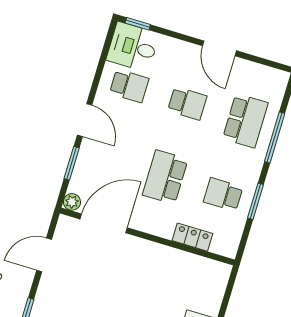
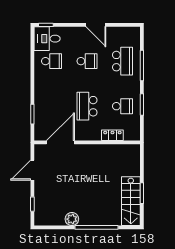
door: (85, 120) -> (32, 88), removed
school desk: (223, 194) -> (122, 106), turned 180
plant: (72, 202) -> (39, 136), removed

